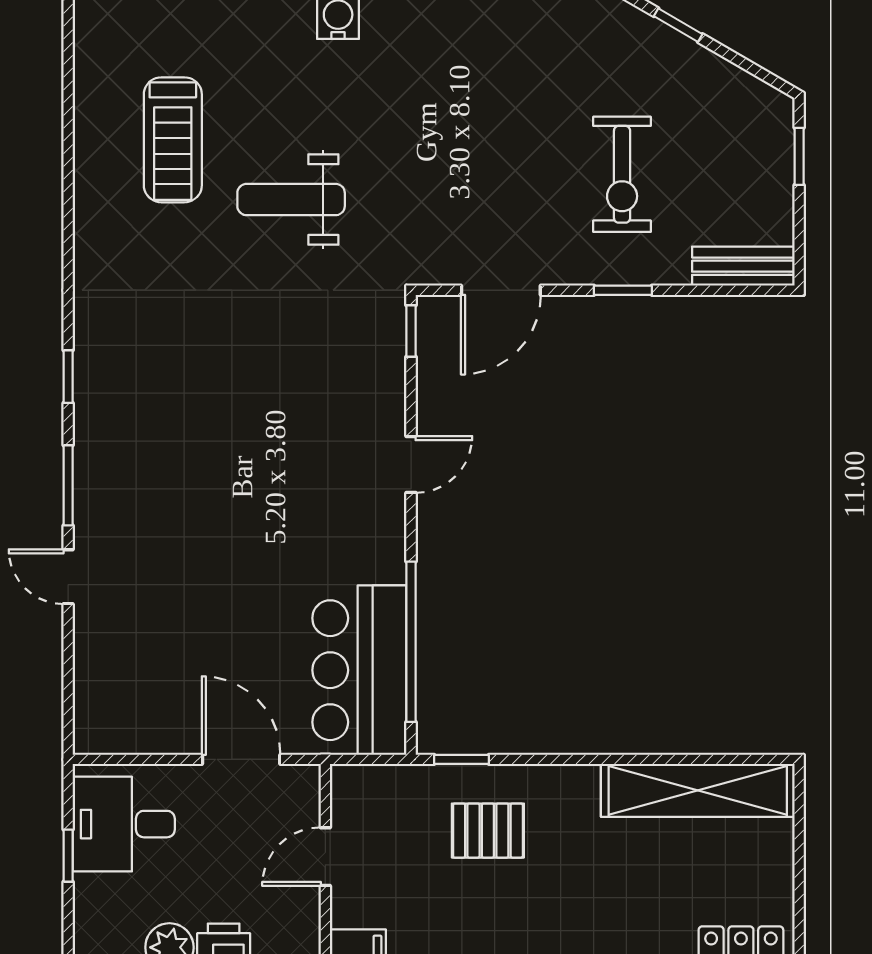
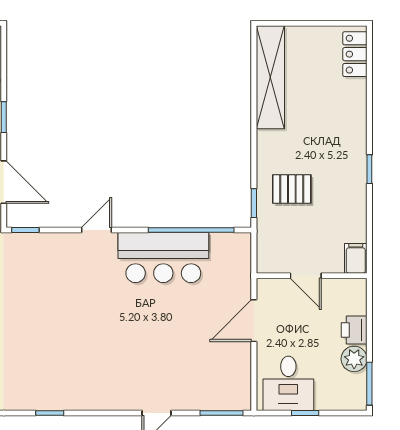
door: (411, 464) -> (97, 230), hinge flipped
window: (68, 485) -> (221, 413), moved
bar counter: (359, 670) -> (163, 258), moved
pallet: (488, 831) -> (292, 189), turned 90

